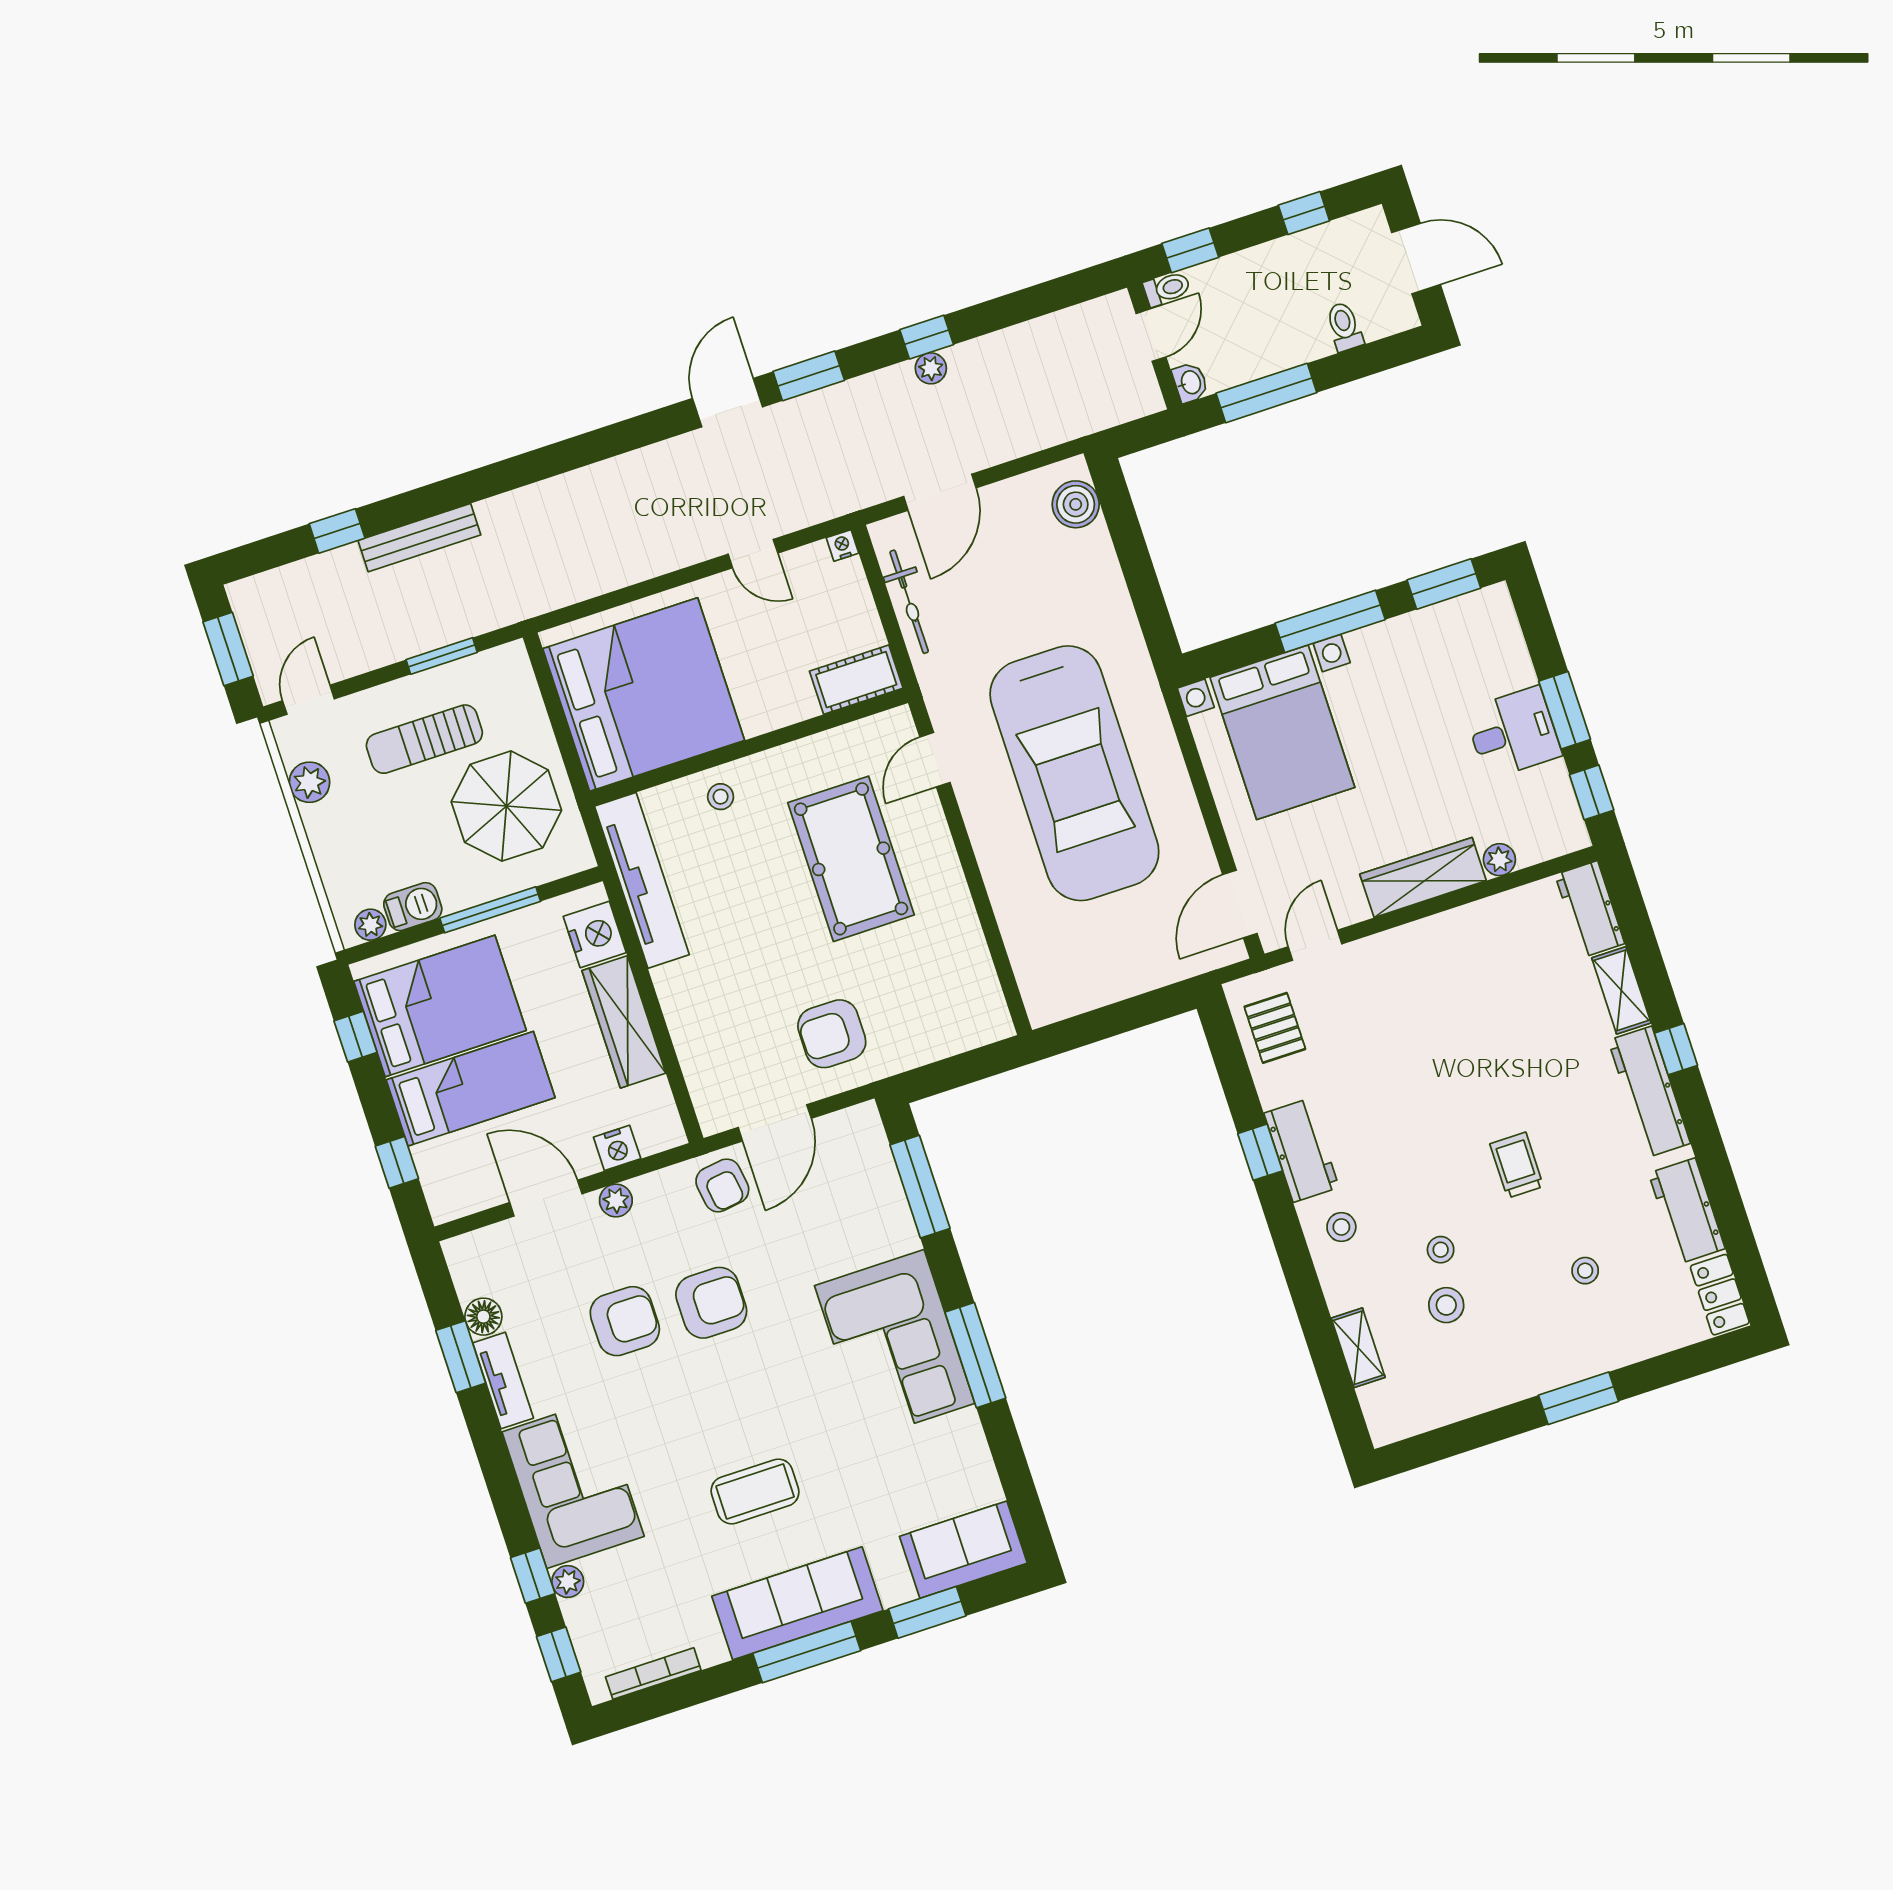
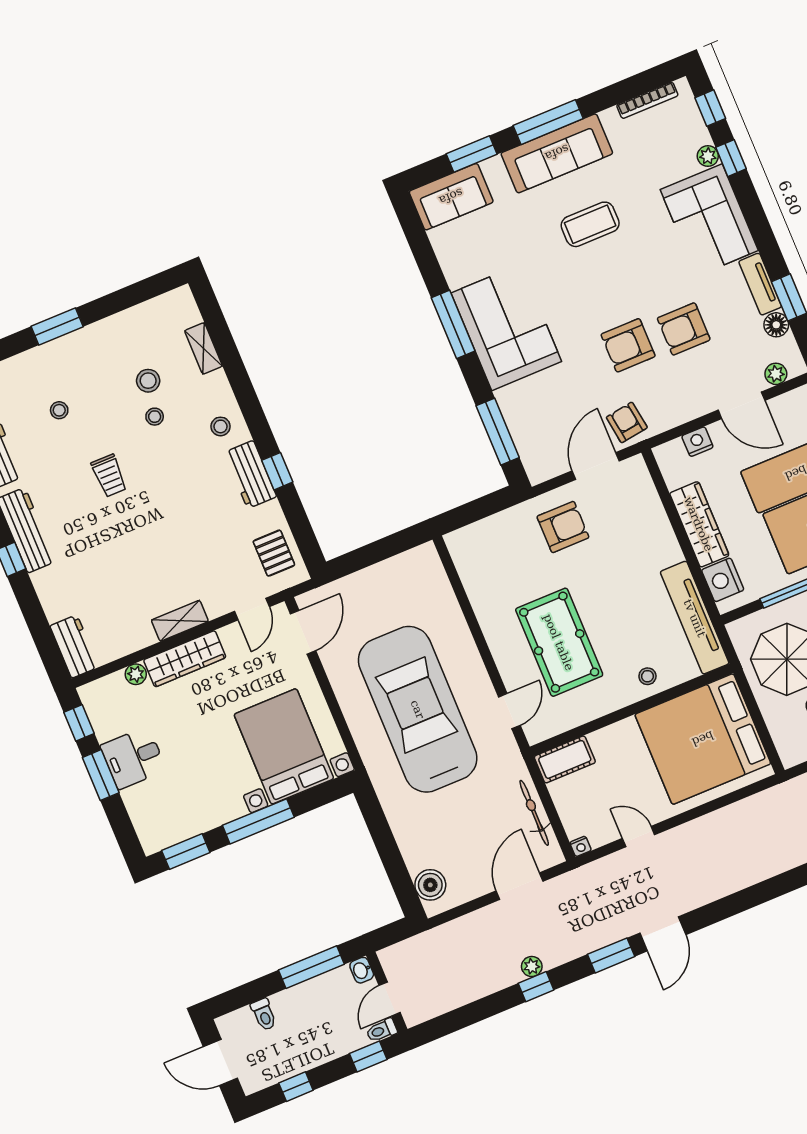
shelving: (1621, 990) -> (180, 621), moved, turned 90
plant: (616, 1200) -> (776, 374), moved

